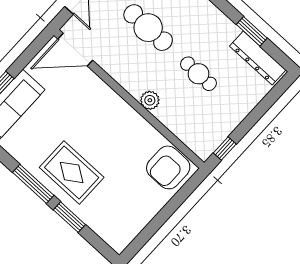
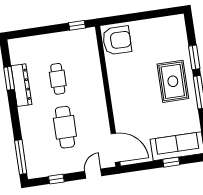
dresser: (258, 58) -> (21, 85), moved
plant: (150, 100) -> (97, 86), removed

